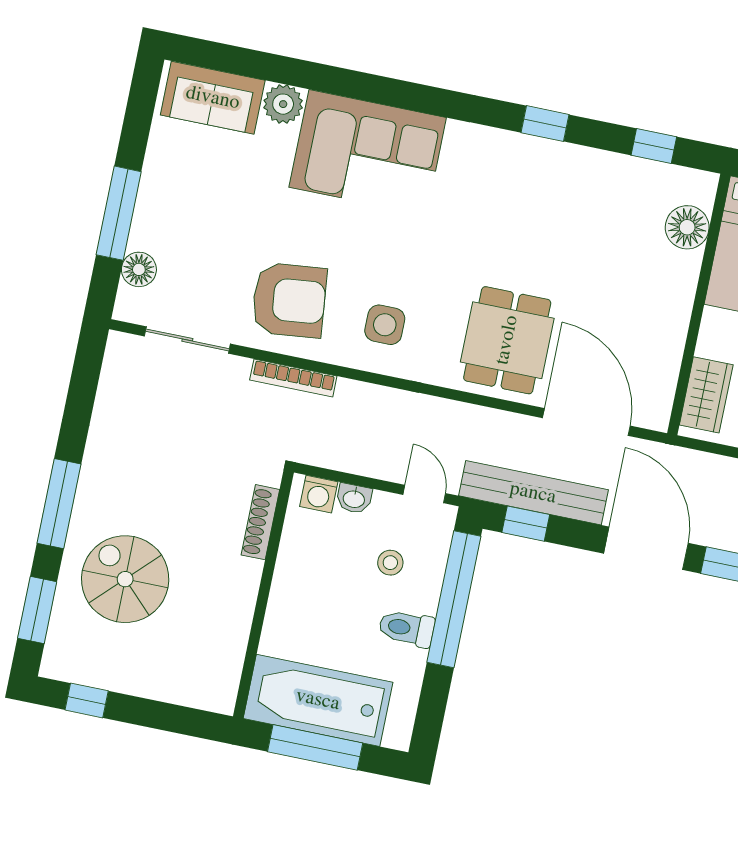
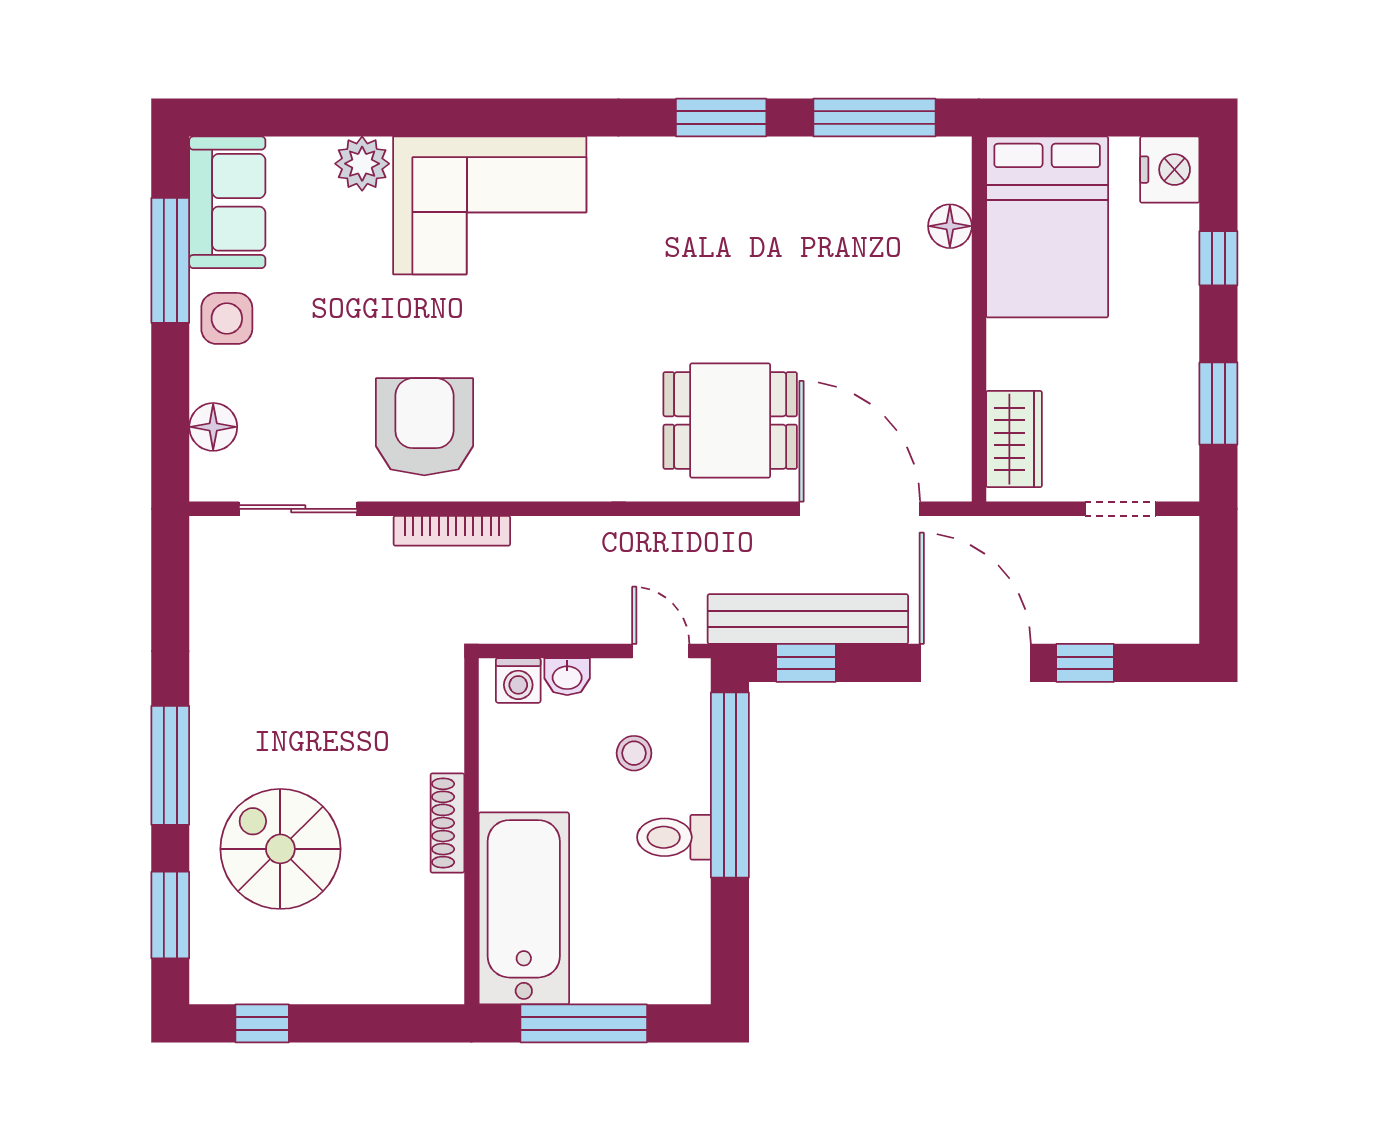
sofa: (213, 98) -> (227, 202), moved, turned -90
window: (545, 124) -> (721, 117), width x1.50
window: (654, 146) -> (874, 117), width x2.17
window: (119, 213) -> (170, 260), moved
floor lamp: (687, 227) -> (950, 226), width x0.73, depth x0.73
armchair: (289, 300) -> (424, 427), turned -84
side table: (385, 325) -> (227, 318), moved
dining table: (507, 340) -> (730, 420), turned 90
shoe rack: (260, 522) -> (447, 823), moved
bathtub: (318, 700) -> (524, 908), moved, turned 90

